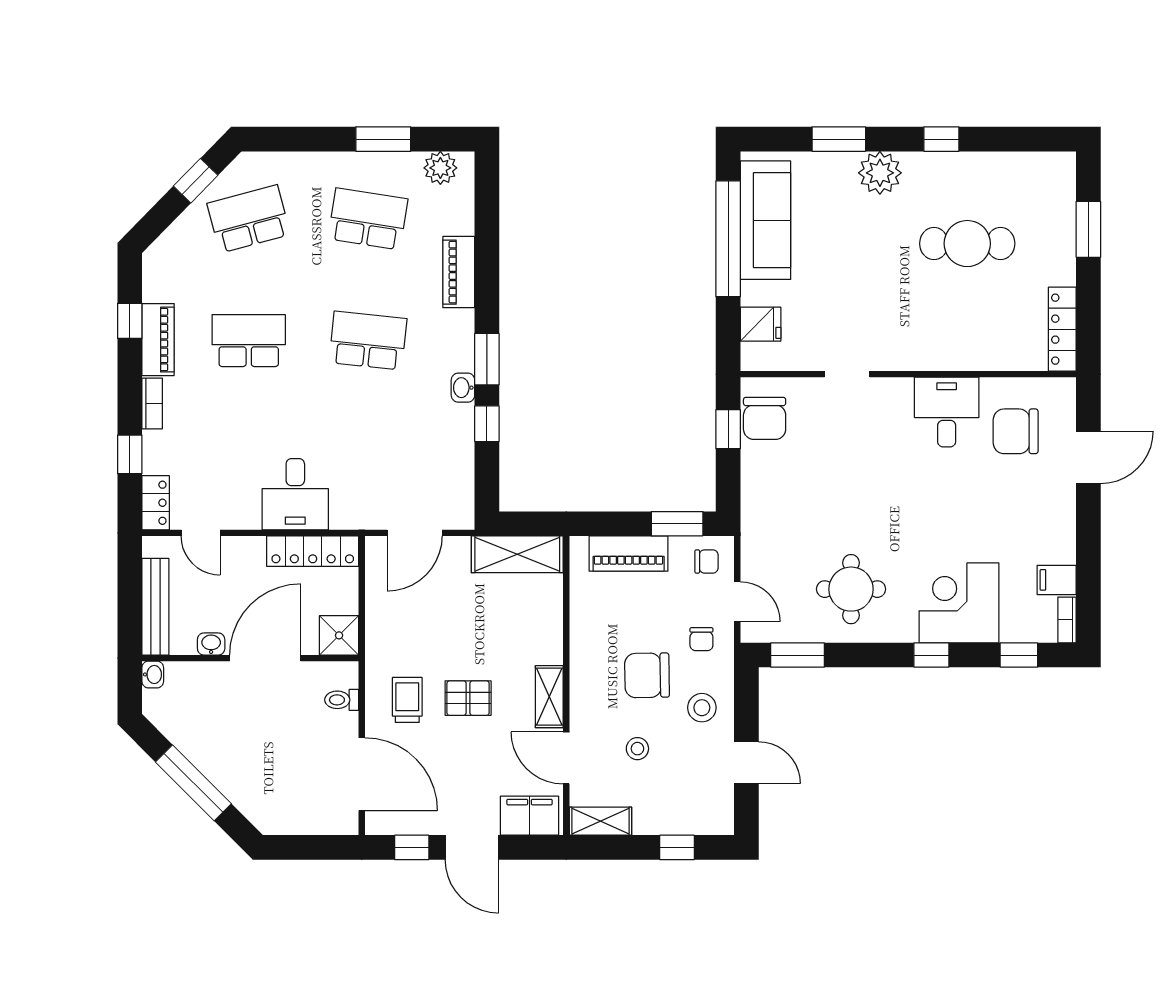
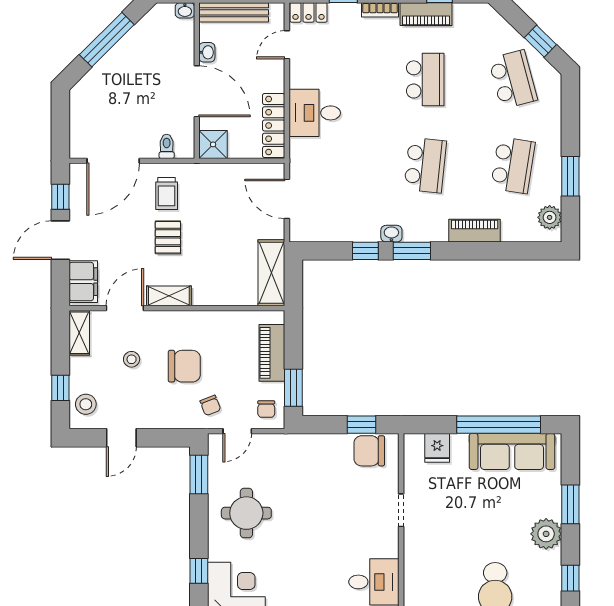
chair: (701, 639) -> (210, 405), turned -111
chair: (647, 675) -> (184, 366), turned 91
trolley: (407, 700) -> (167, 194), turned 90
stool: (702, 708) -> (86, 404), moved

